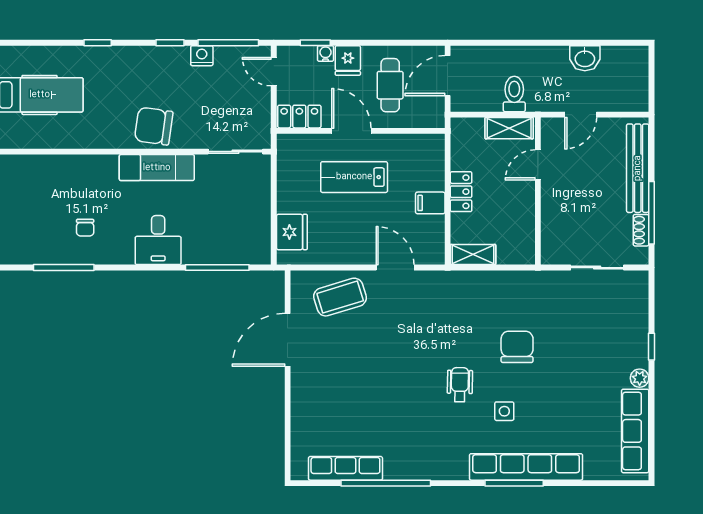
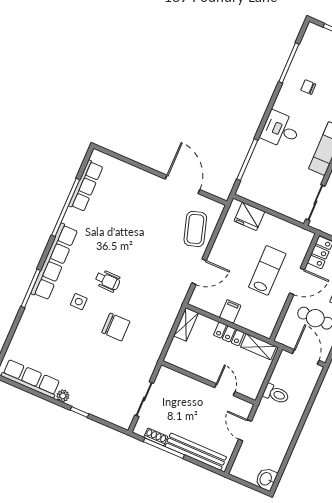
washbasin: (585, 58) -> (266, 479), moved
shelving: (509, 128) -> (258, 347), moved, turned 90
row of seats: (526, 467) -> (54, 262), moved

